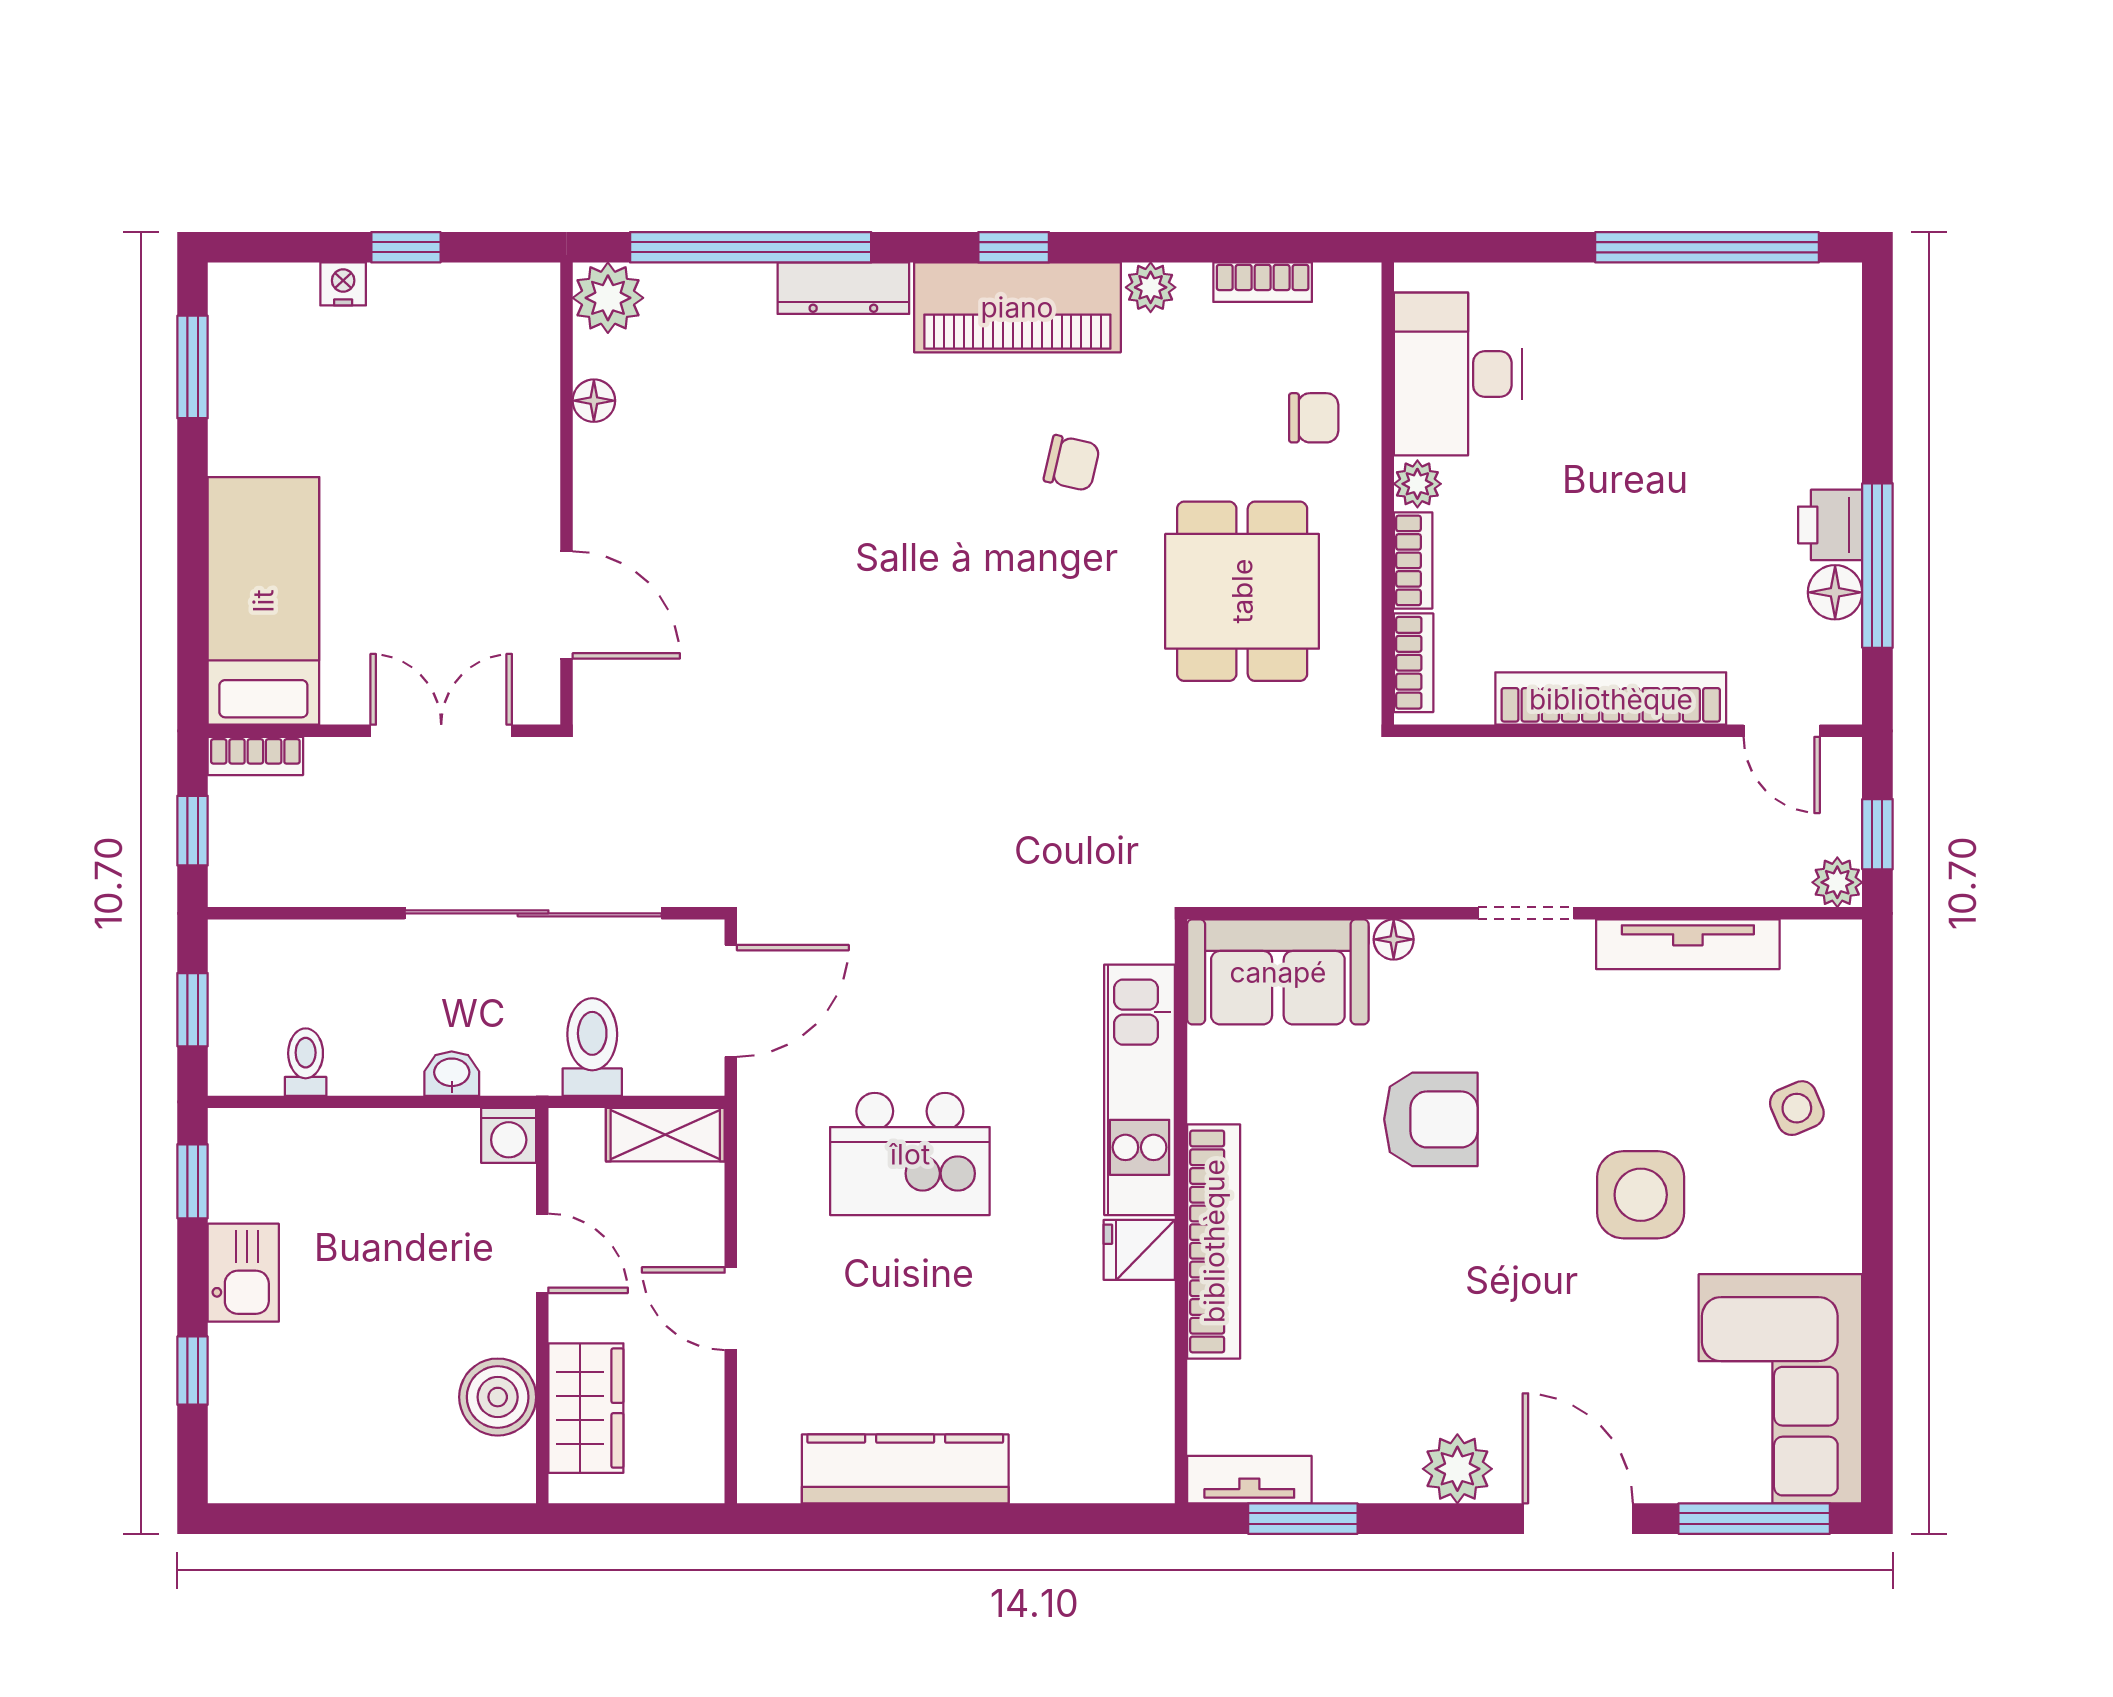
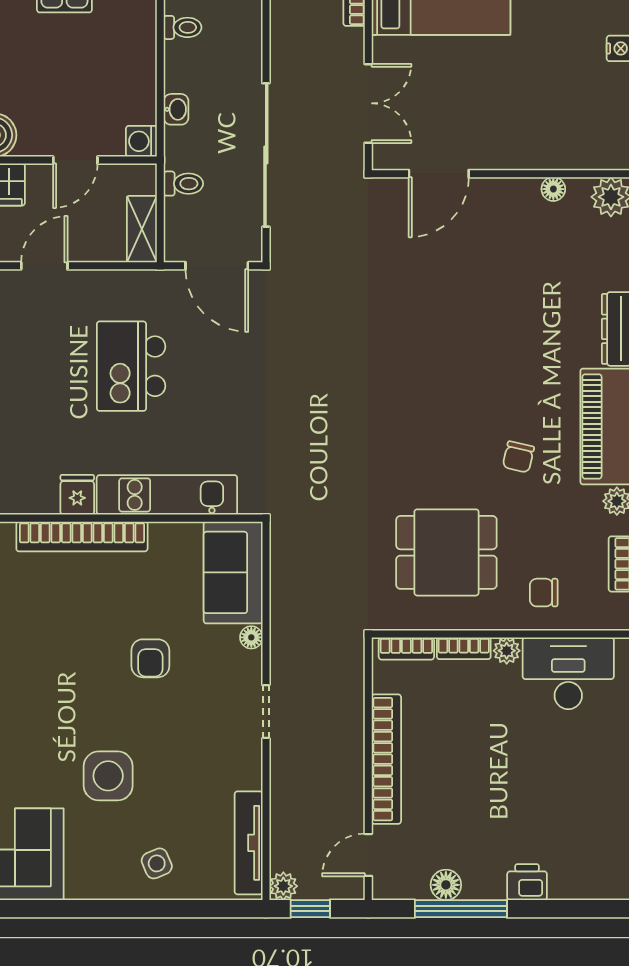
chair: (1314, 418) -> (544, 593), turned 90
printer: (1830, 525) -> (527, 882), moved
tv unit: (1688, 944) -> (249, 843), moved
toilet: (592, 1047) -> (183, 184), width x0.73, depth x0.72
armchair: (1431, 1119) -> (150, 658), width x0.72, depth x0.72

